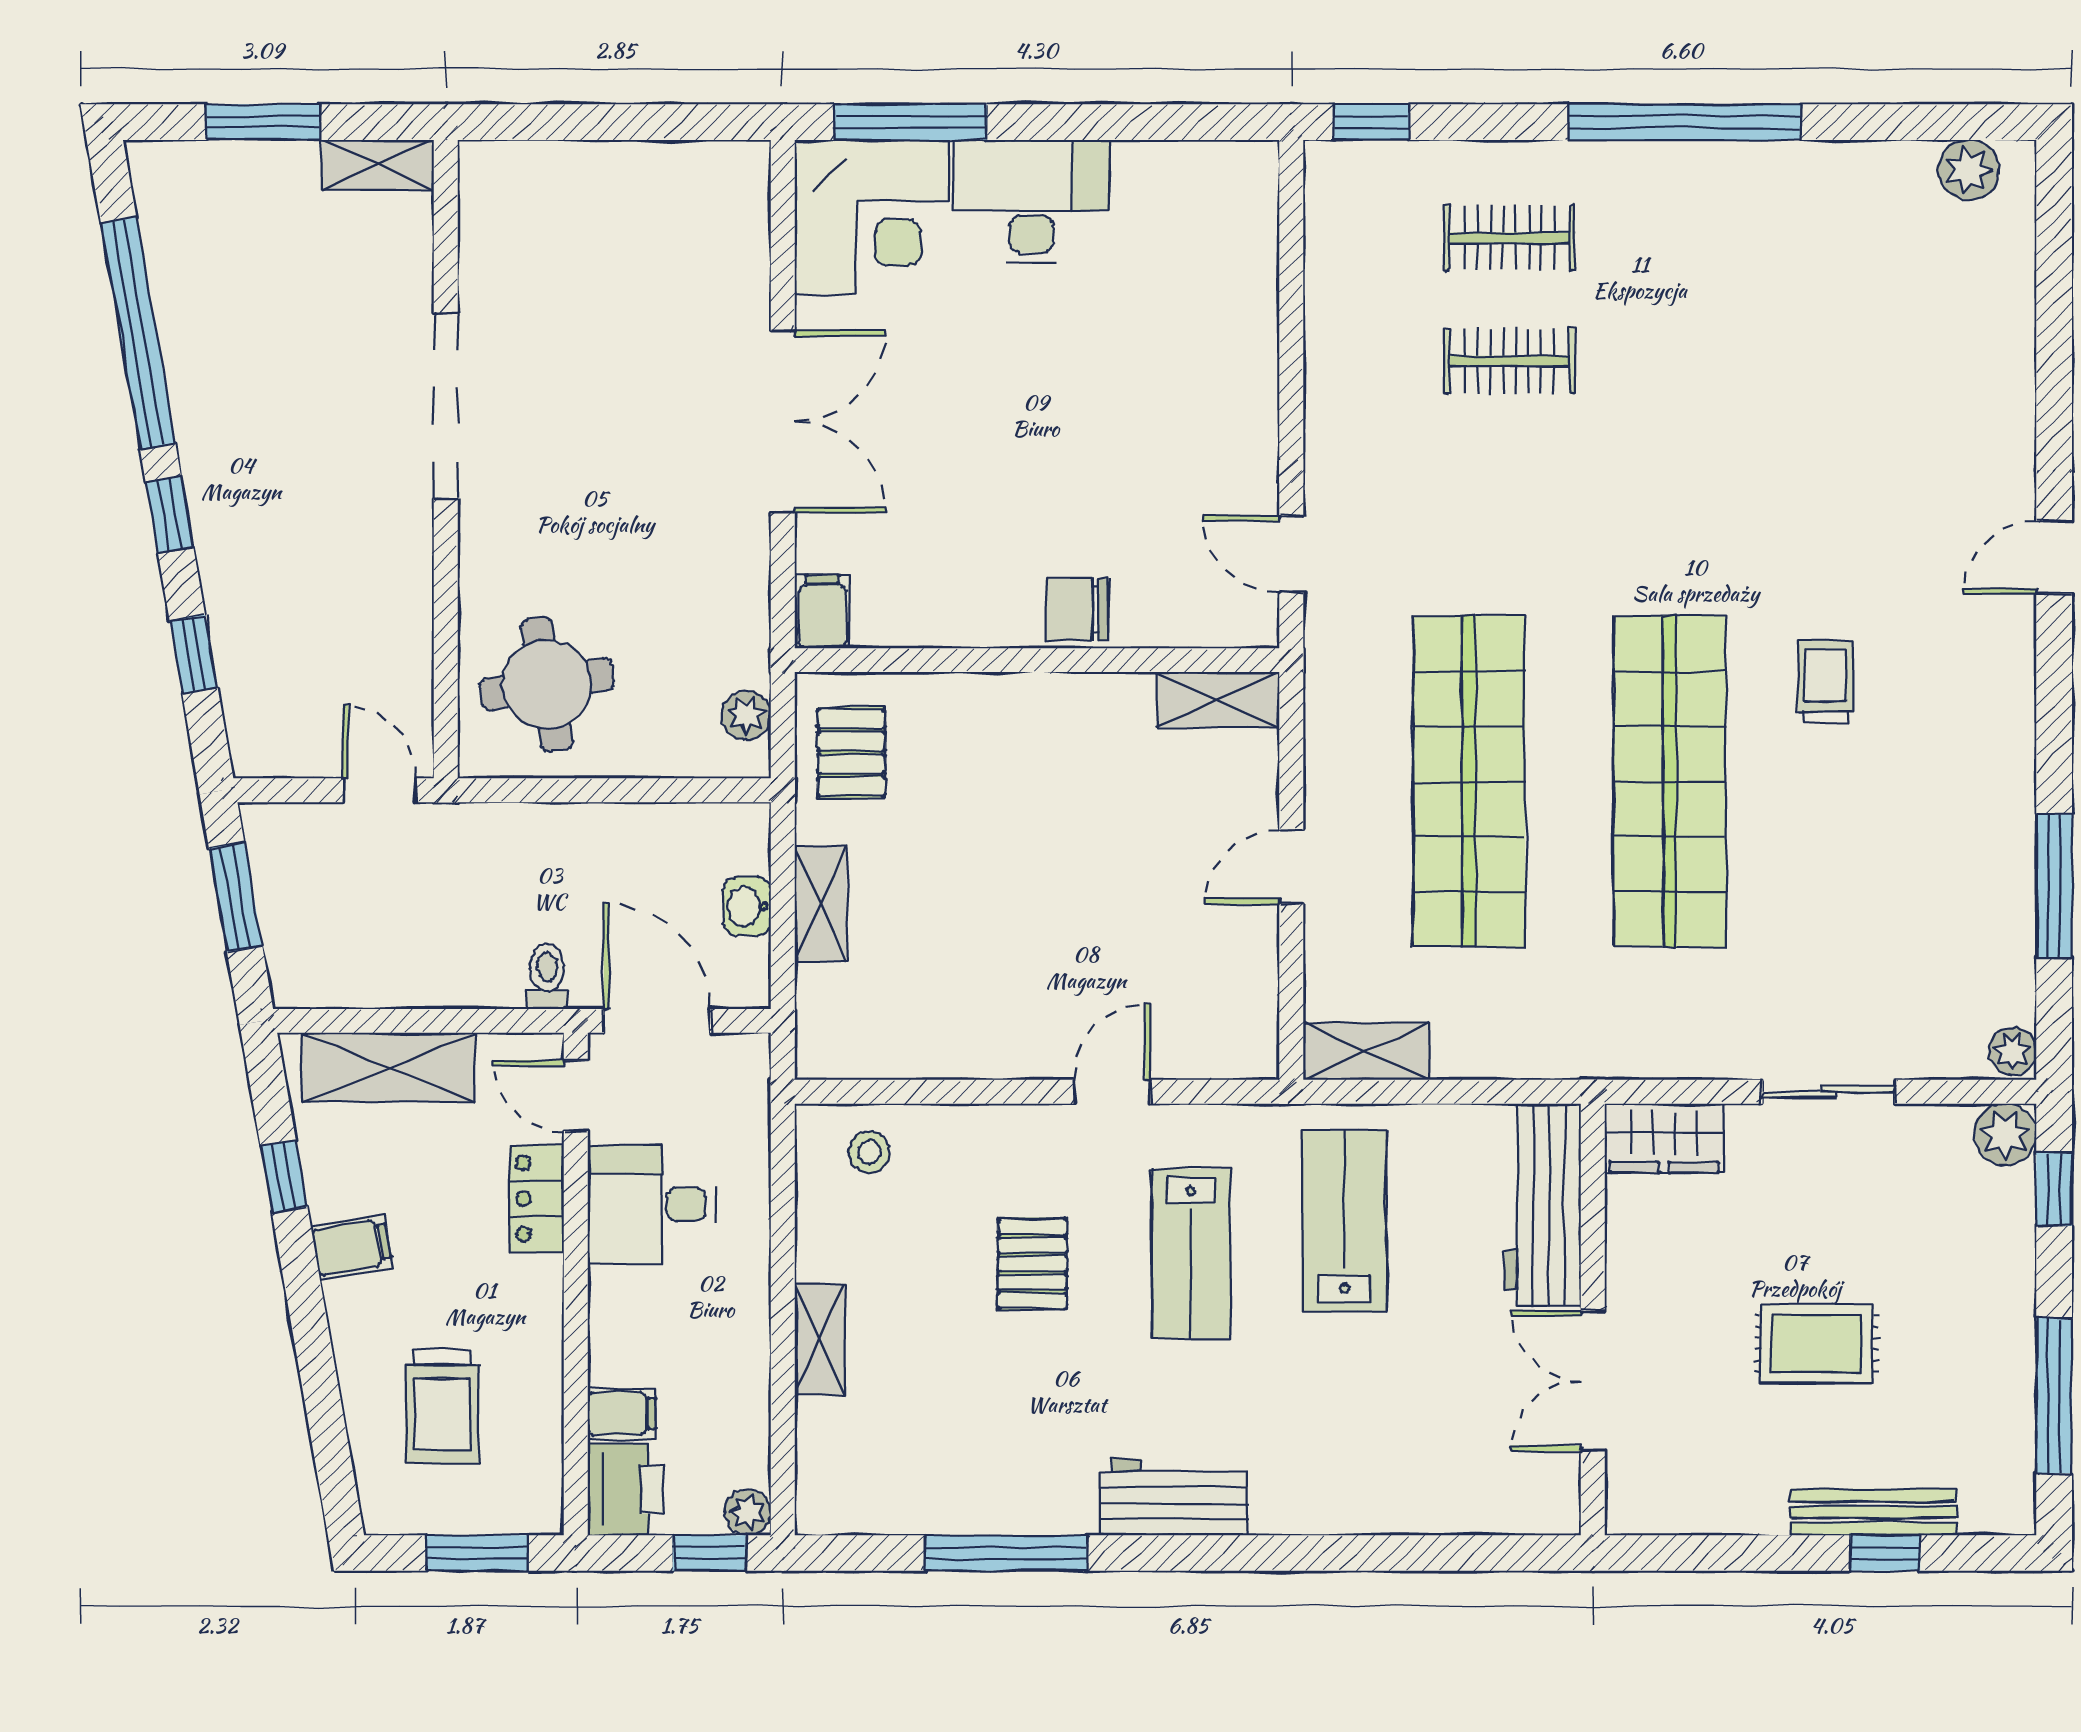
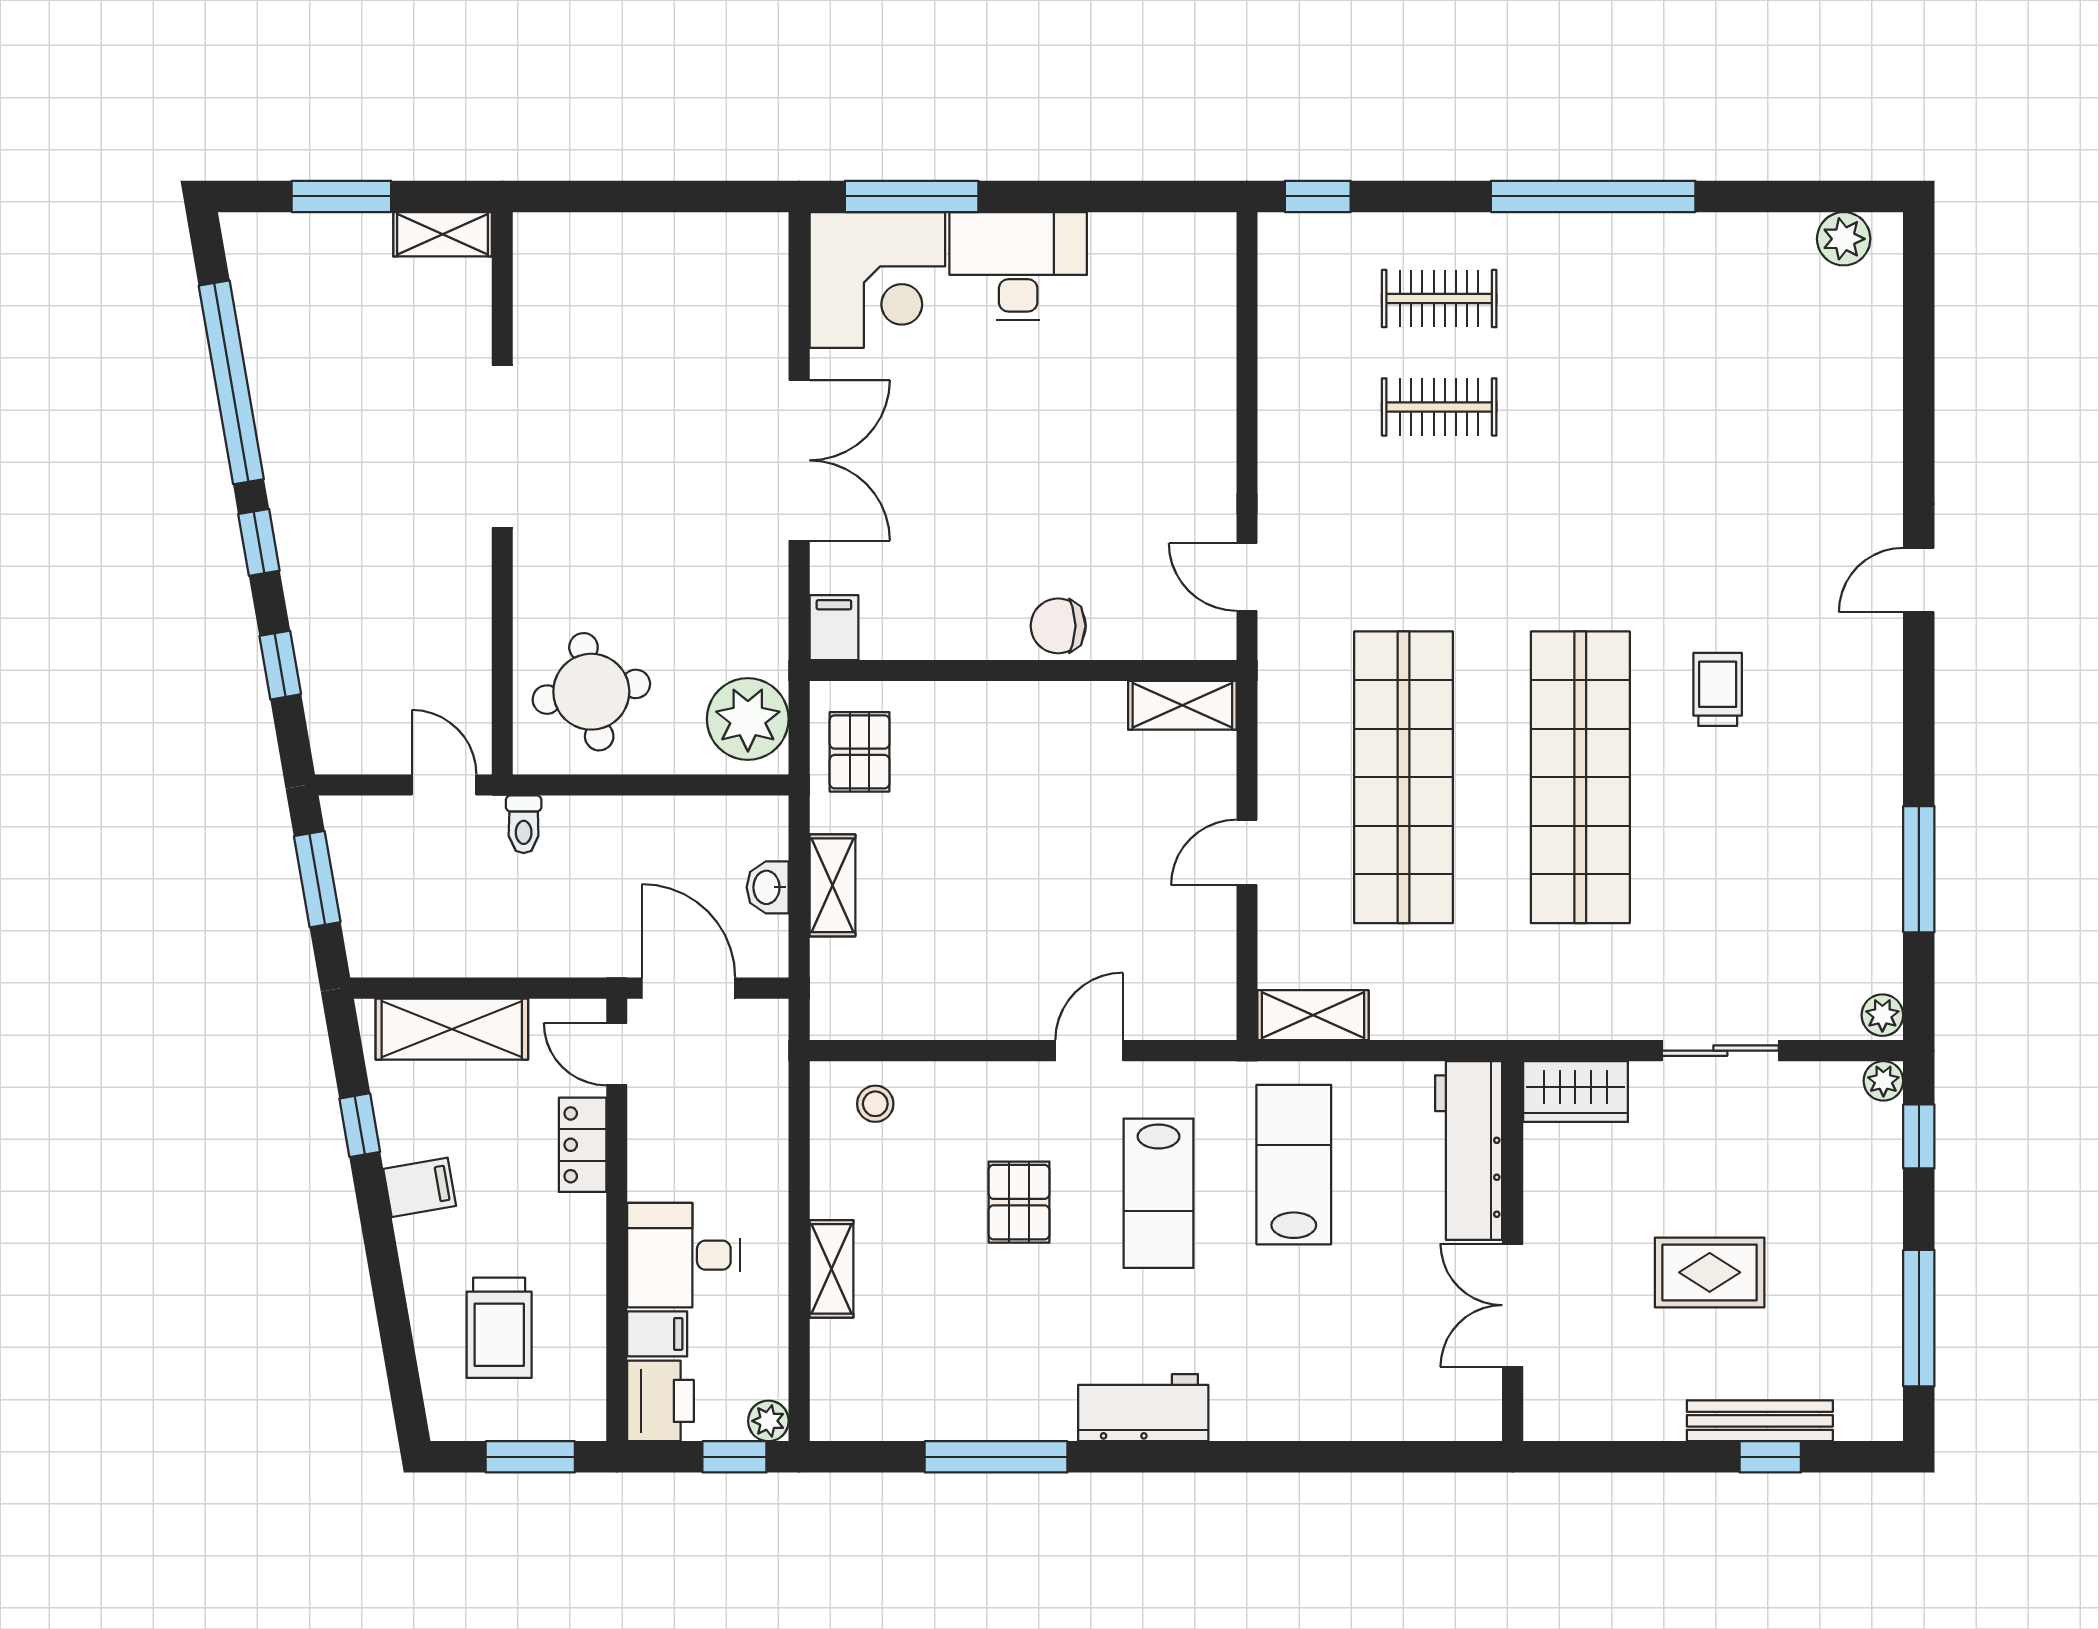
plant: (746, 715) -> (748, 719), width x1.88, depth x1.88
toilet: (547, 976) -> (524, 824), moved, turned 180
plant: (2005, 1135) -> (1883, 1081), width x0.73, depth x0.73
desk: (651, 1204) -> (683, 1255), moved

